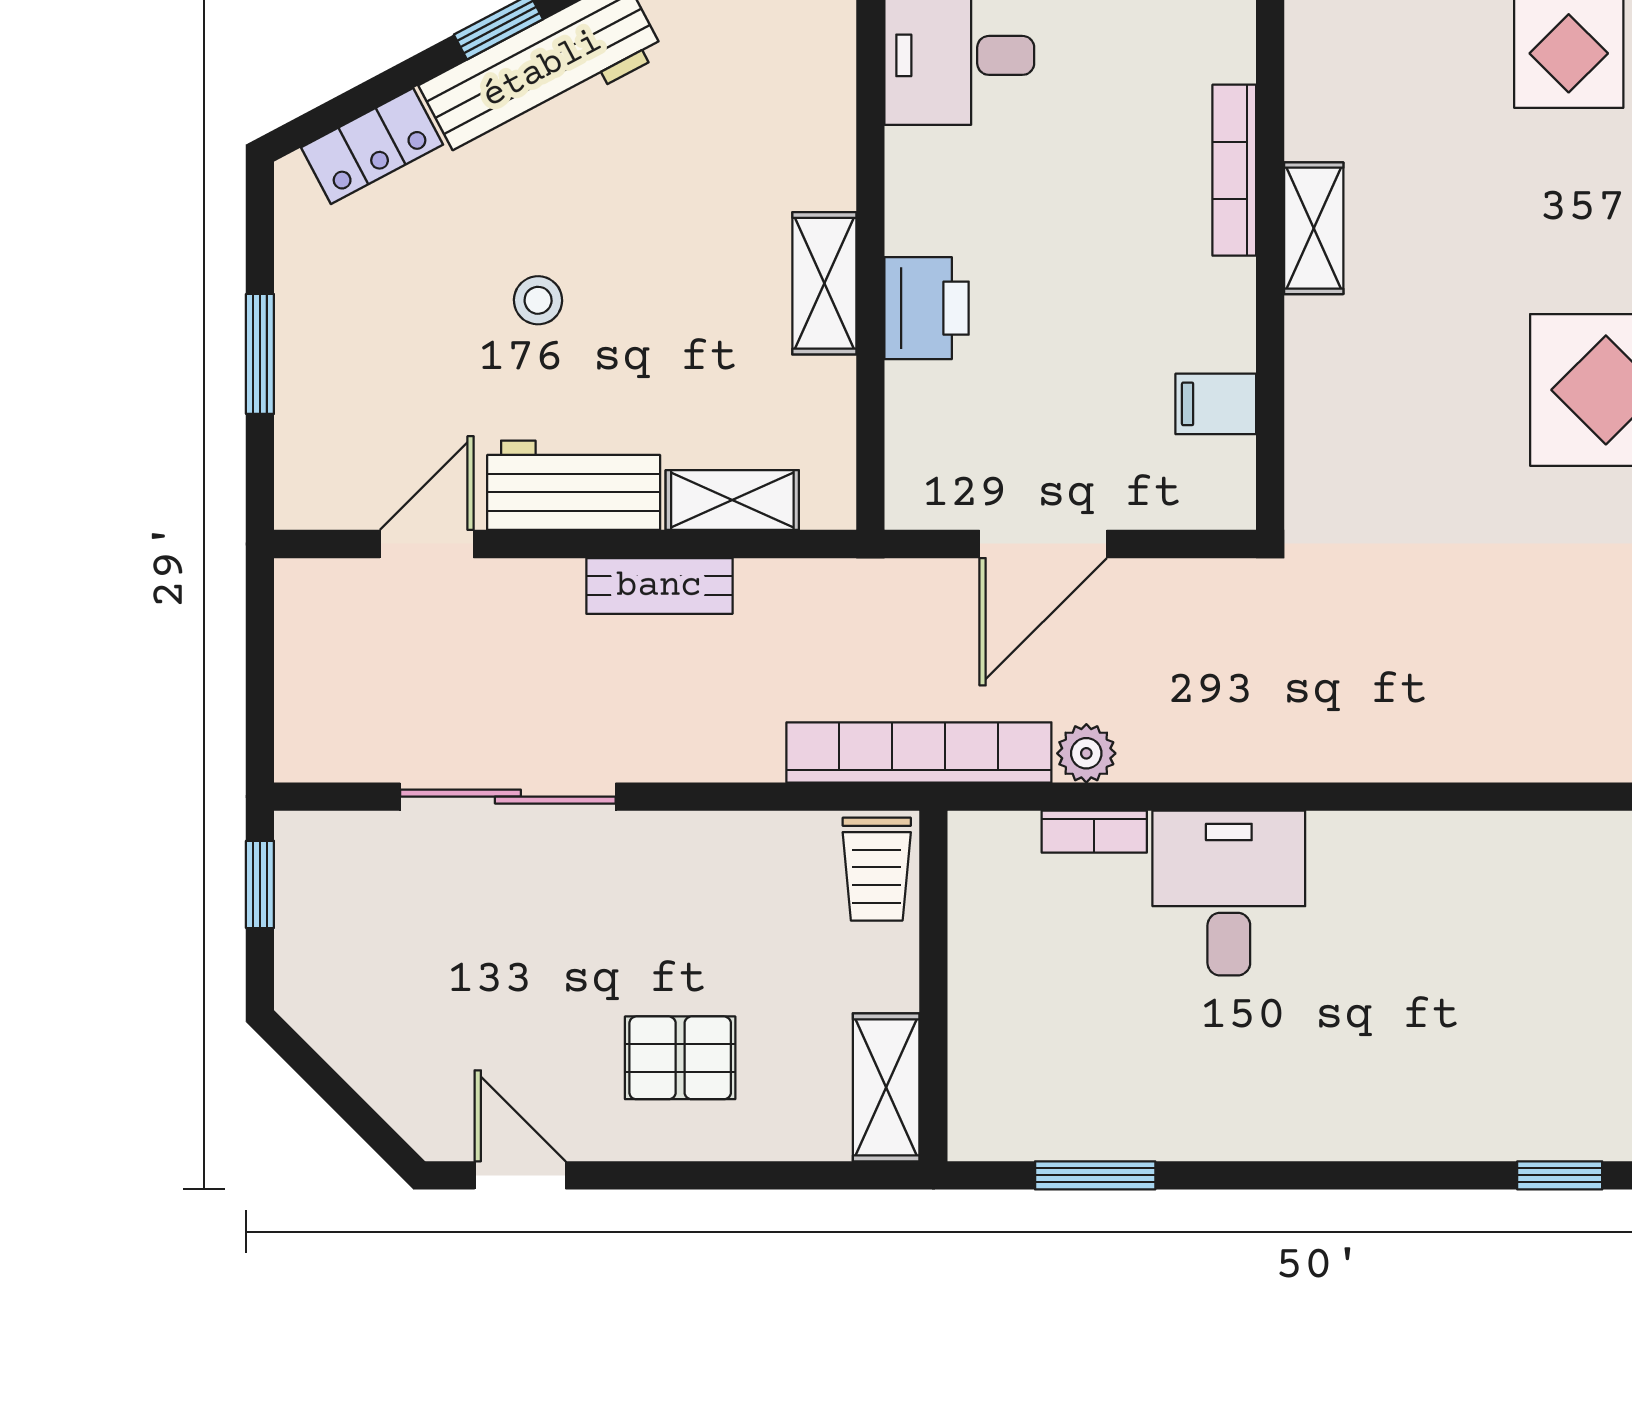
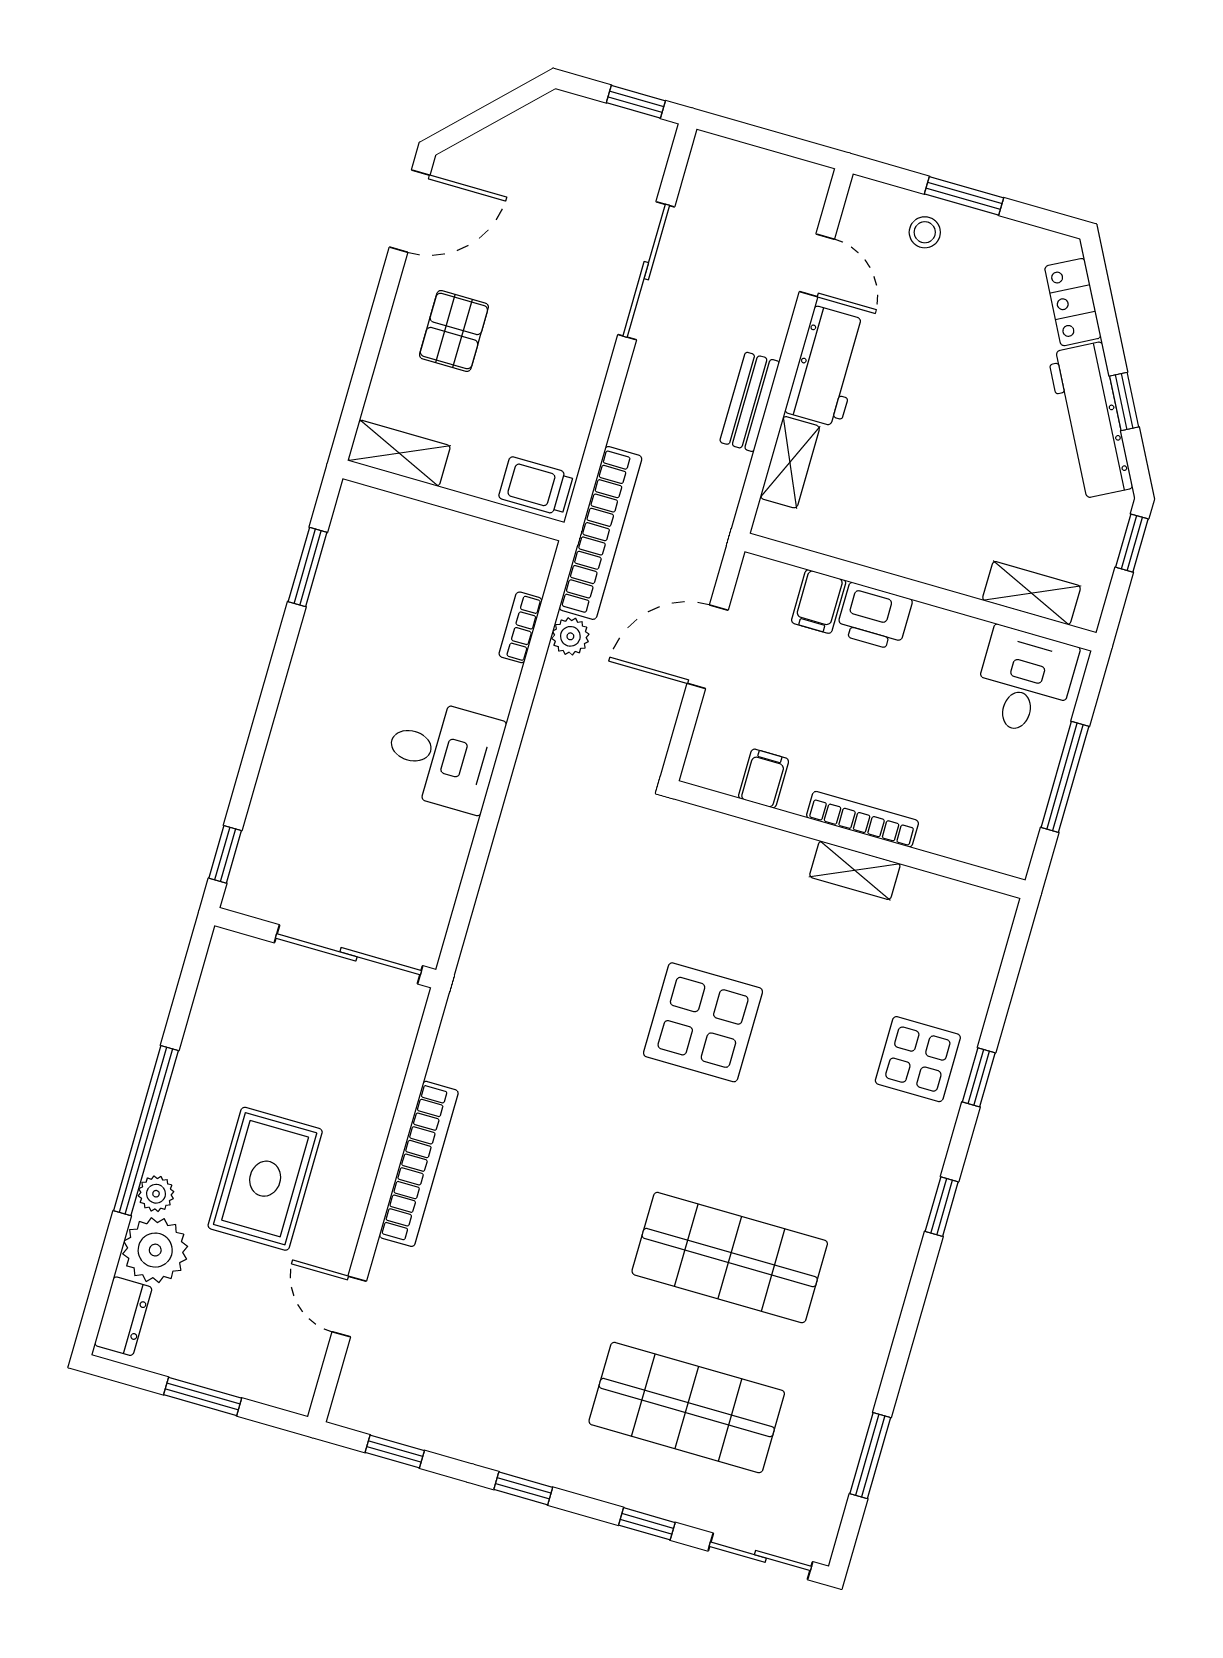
bookcase: (1234, 170) -> (863, 819), moved
shelving: (824, 283) -> (1031, 593), moved
stool: (538, 300) -> (925, 232), moved
filing cabinet: (928, 398) -> (819, 601), added
door: (1043, 544) -> (708, 647), hinge flipped
desk: (1229, 893) -> (443, 755), moved
door: (520, 1175) -> (410, 211), width x1.38

